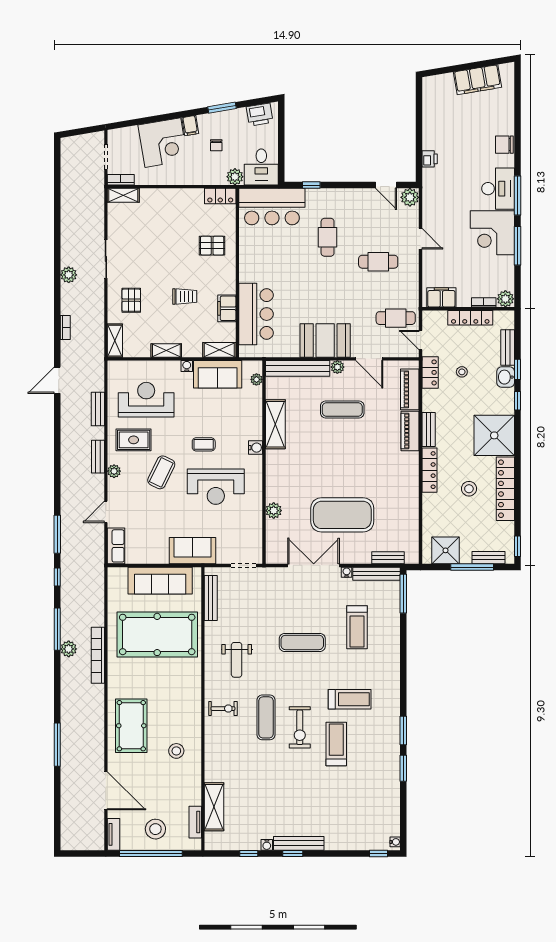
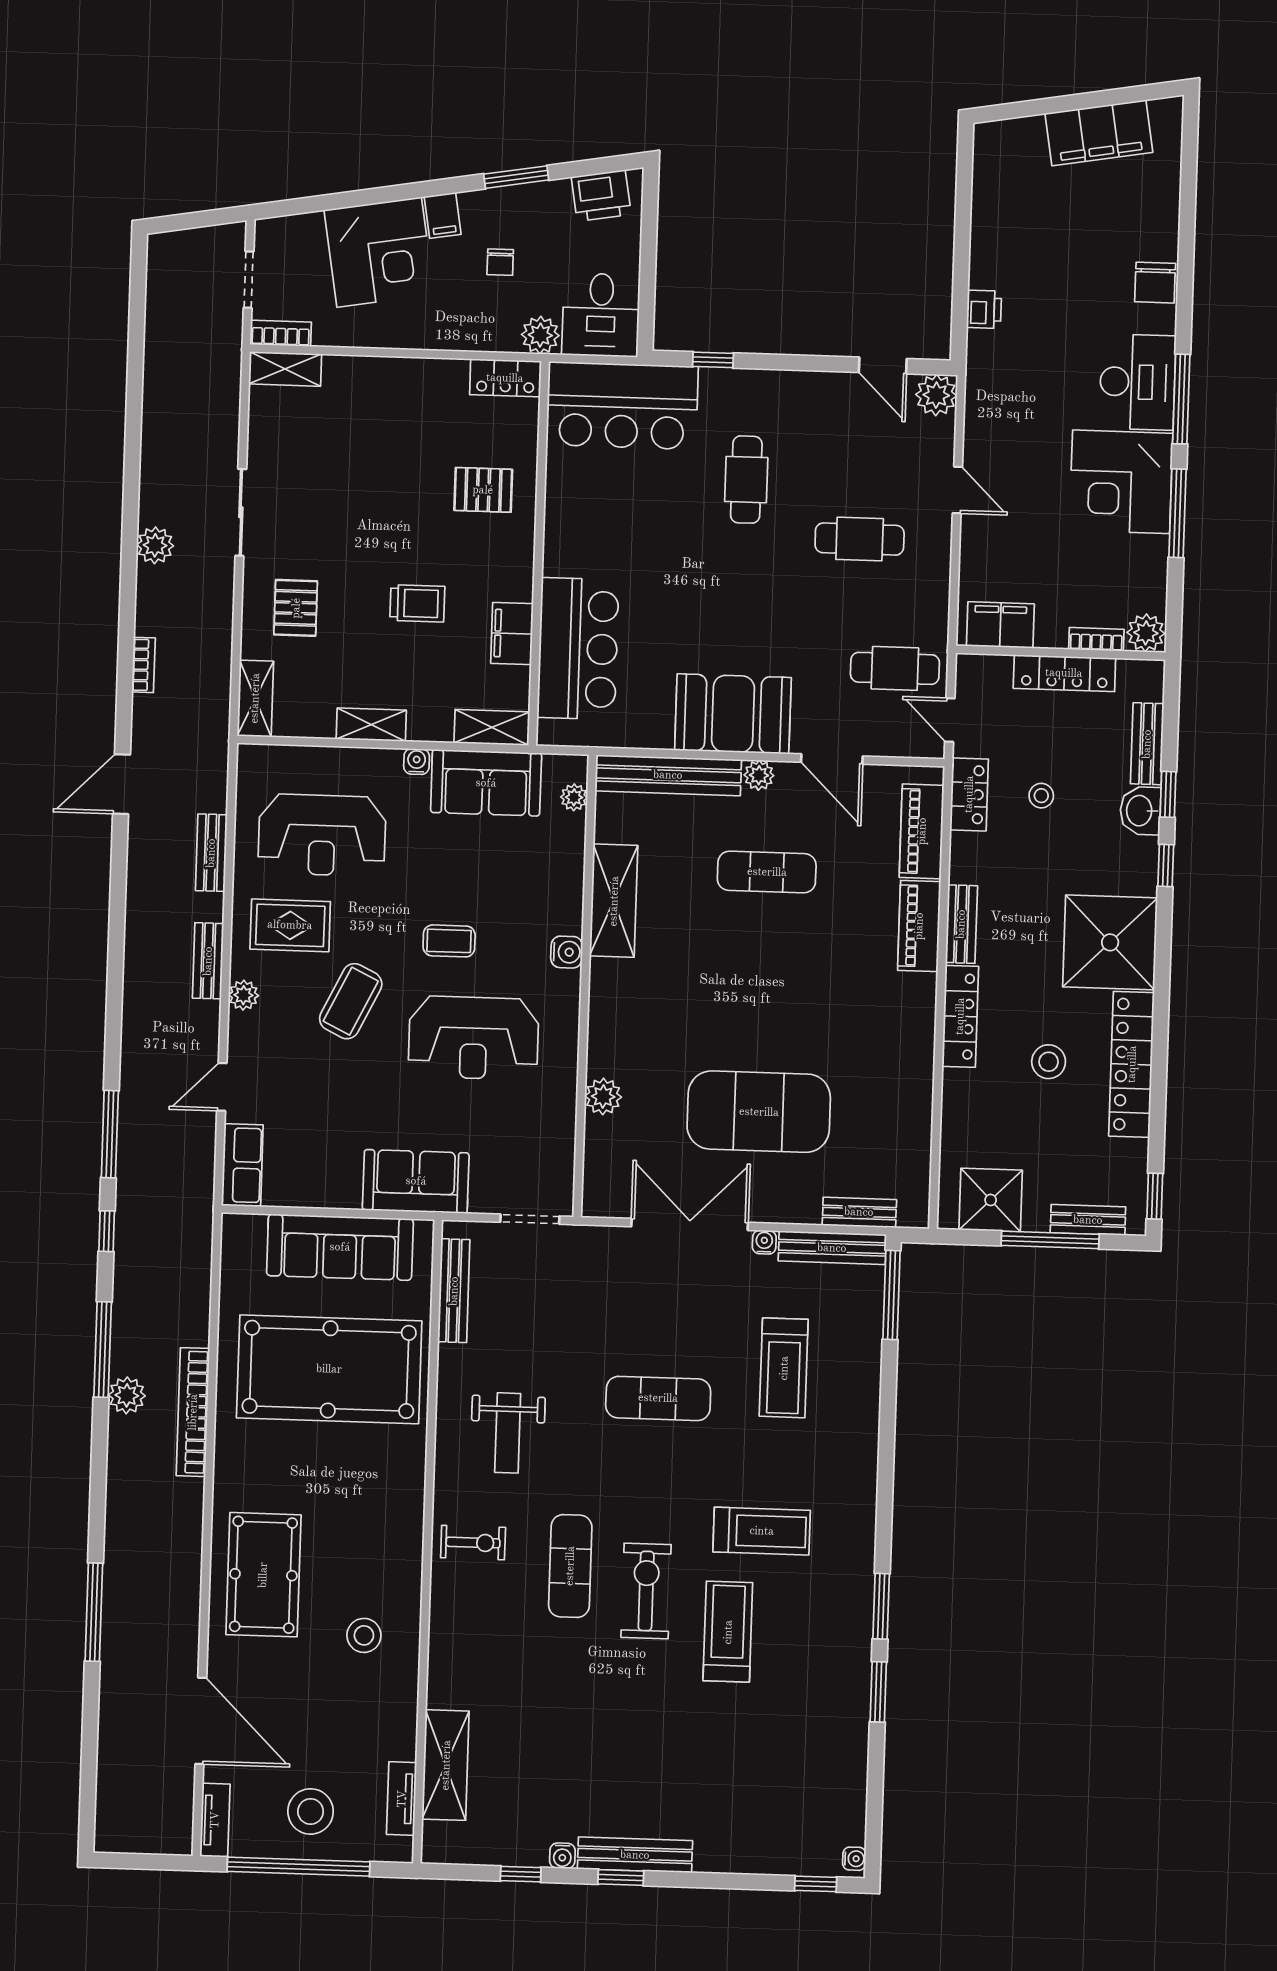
chair: (504, 145) -> (1155, 283), turned -90
reception desk: (146, 400) -> (322, 835), turned 180
exercise bike: (300, 727) -> (646, 1591), turned 180

